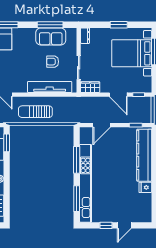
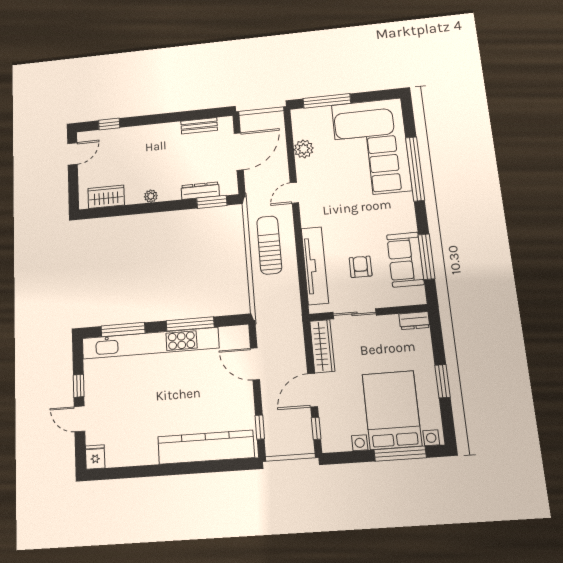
wardrobe: (90, 87) -> (322, 346), width x1.50
fridge: (145, 187) -> (95, 457), moved

